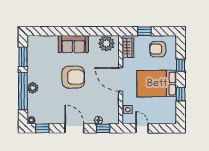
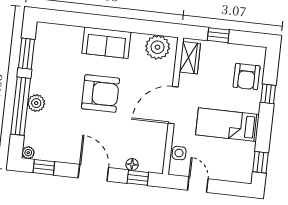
armchair: (158, 49) -> (247, 77), moved, turned -90
door: (121, 79) -> (173, 105), hinge flipped
bed: (157, 84) -> (227, 125), width x0.67
window: (181, 94) -> (260, 162), moved

